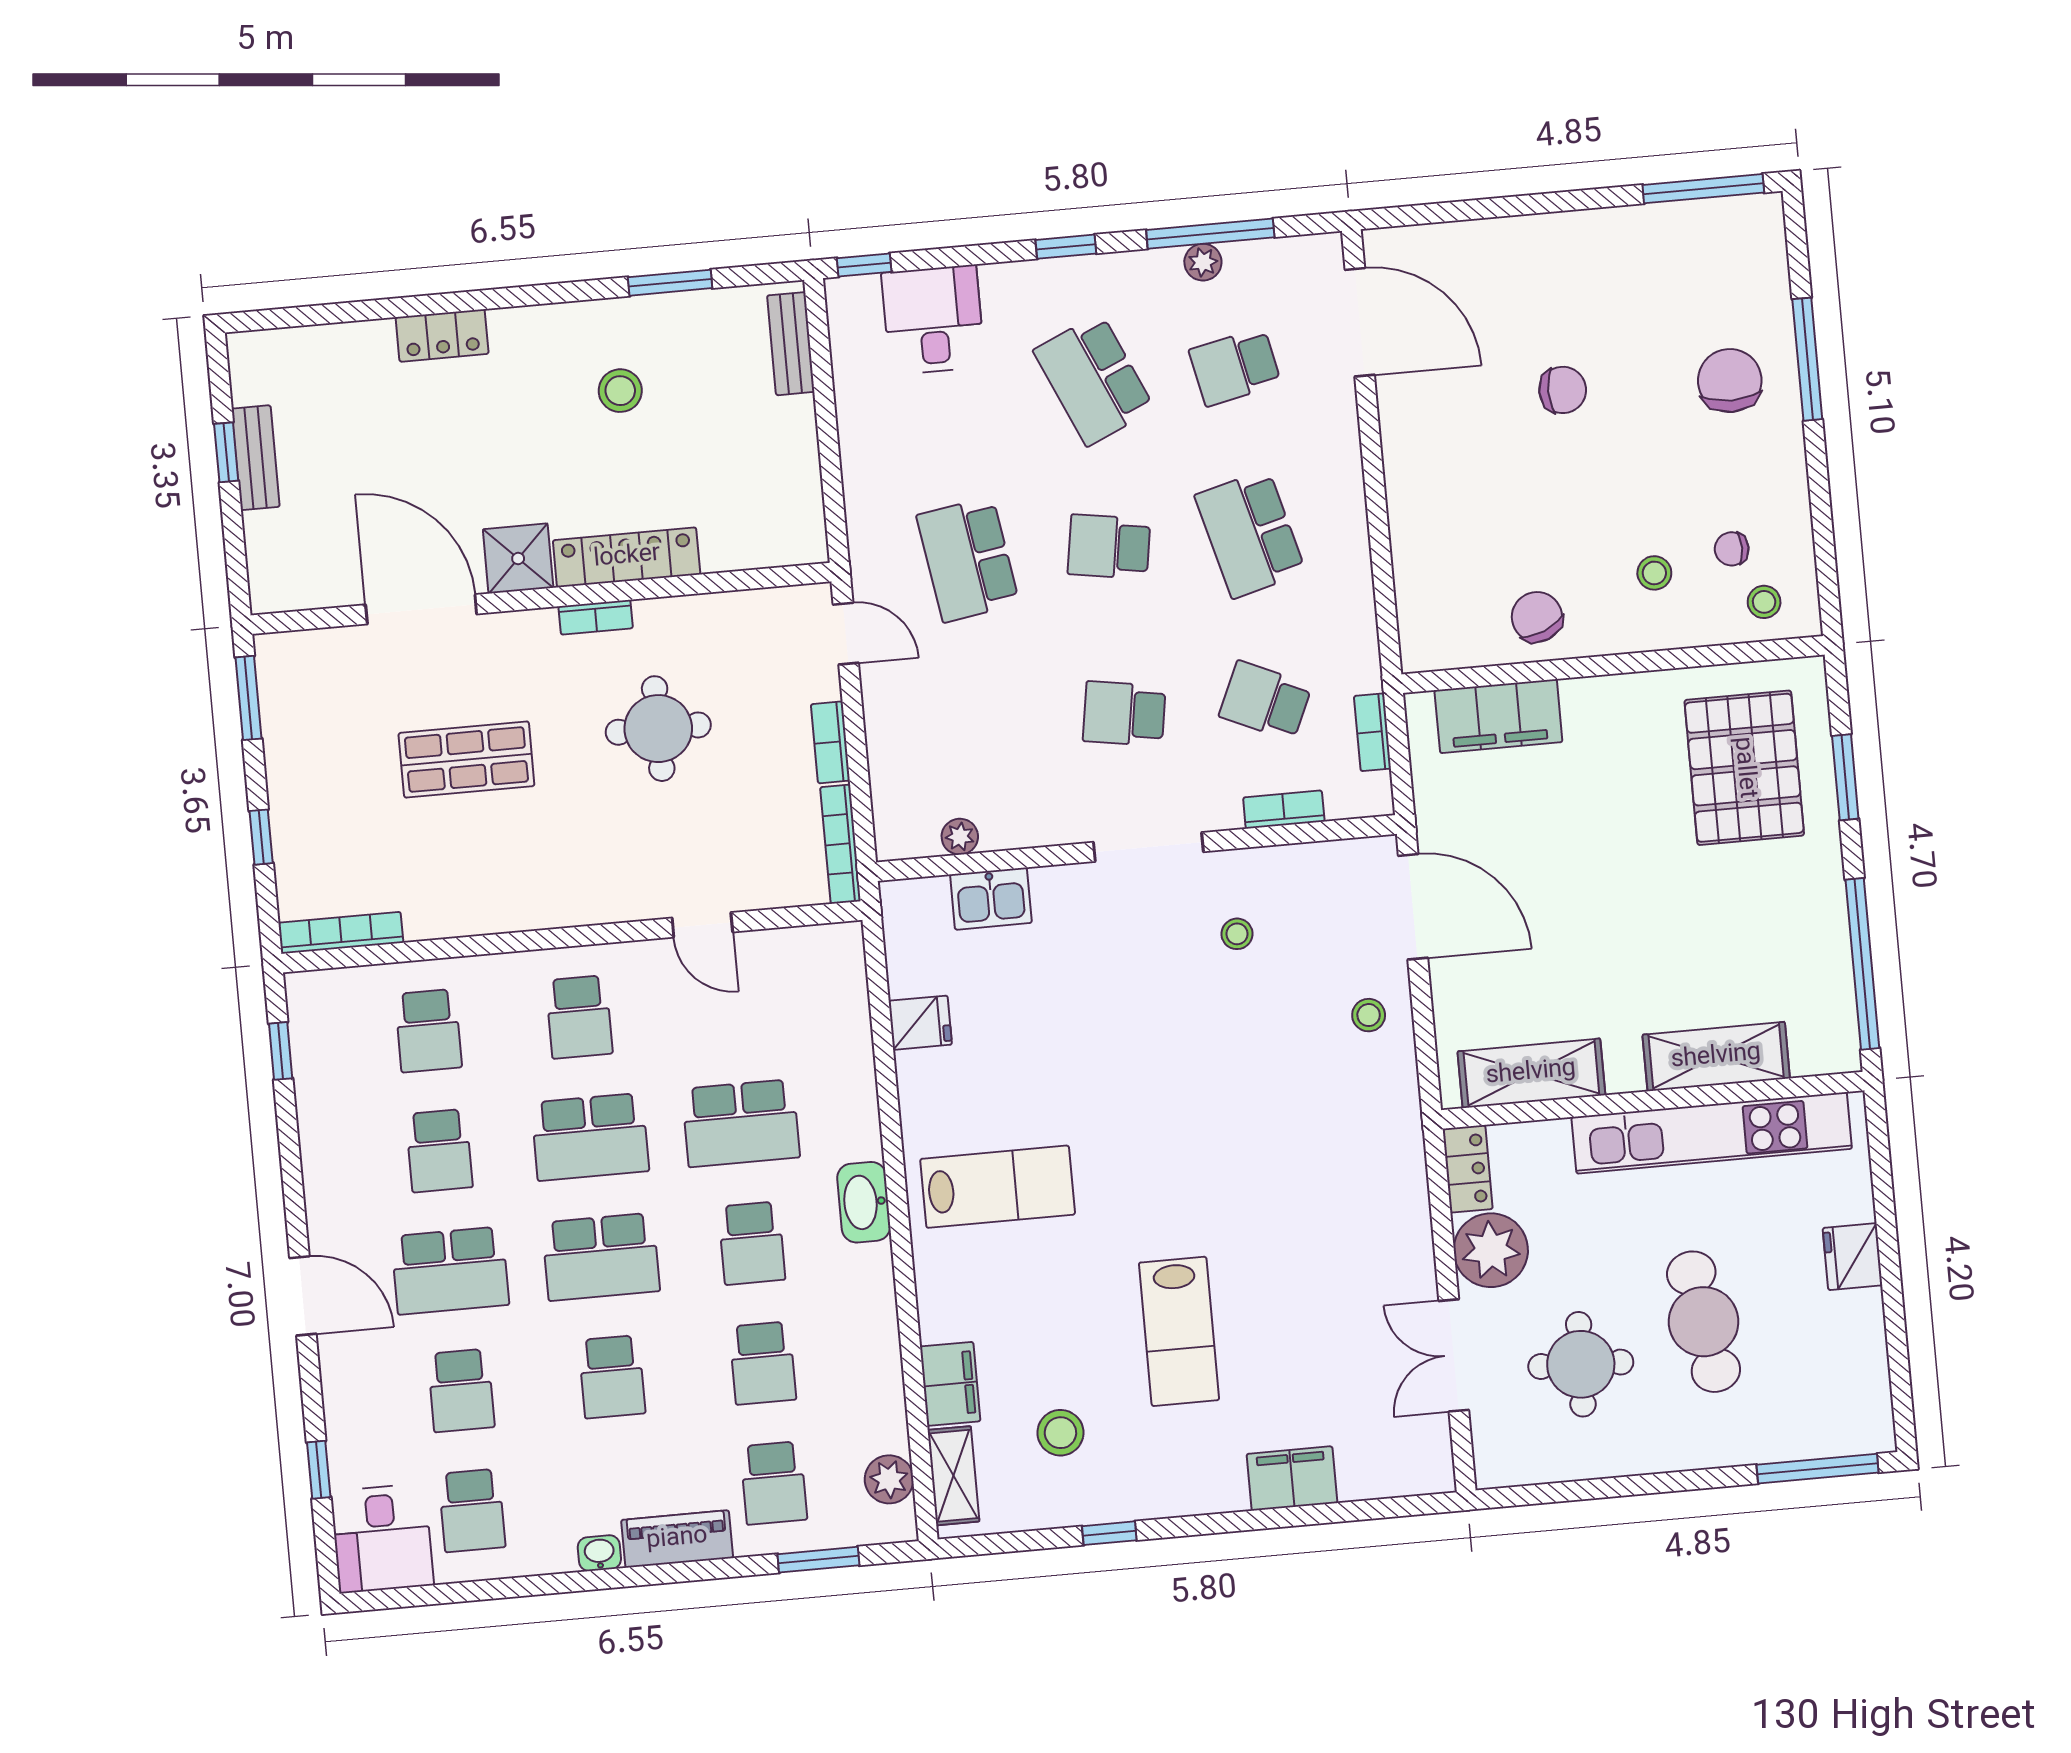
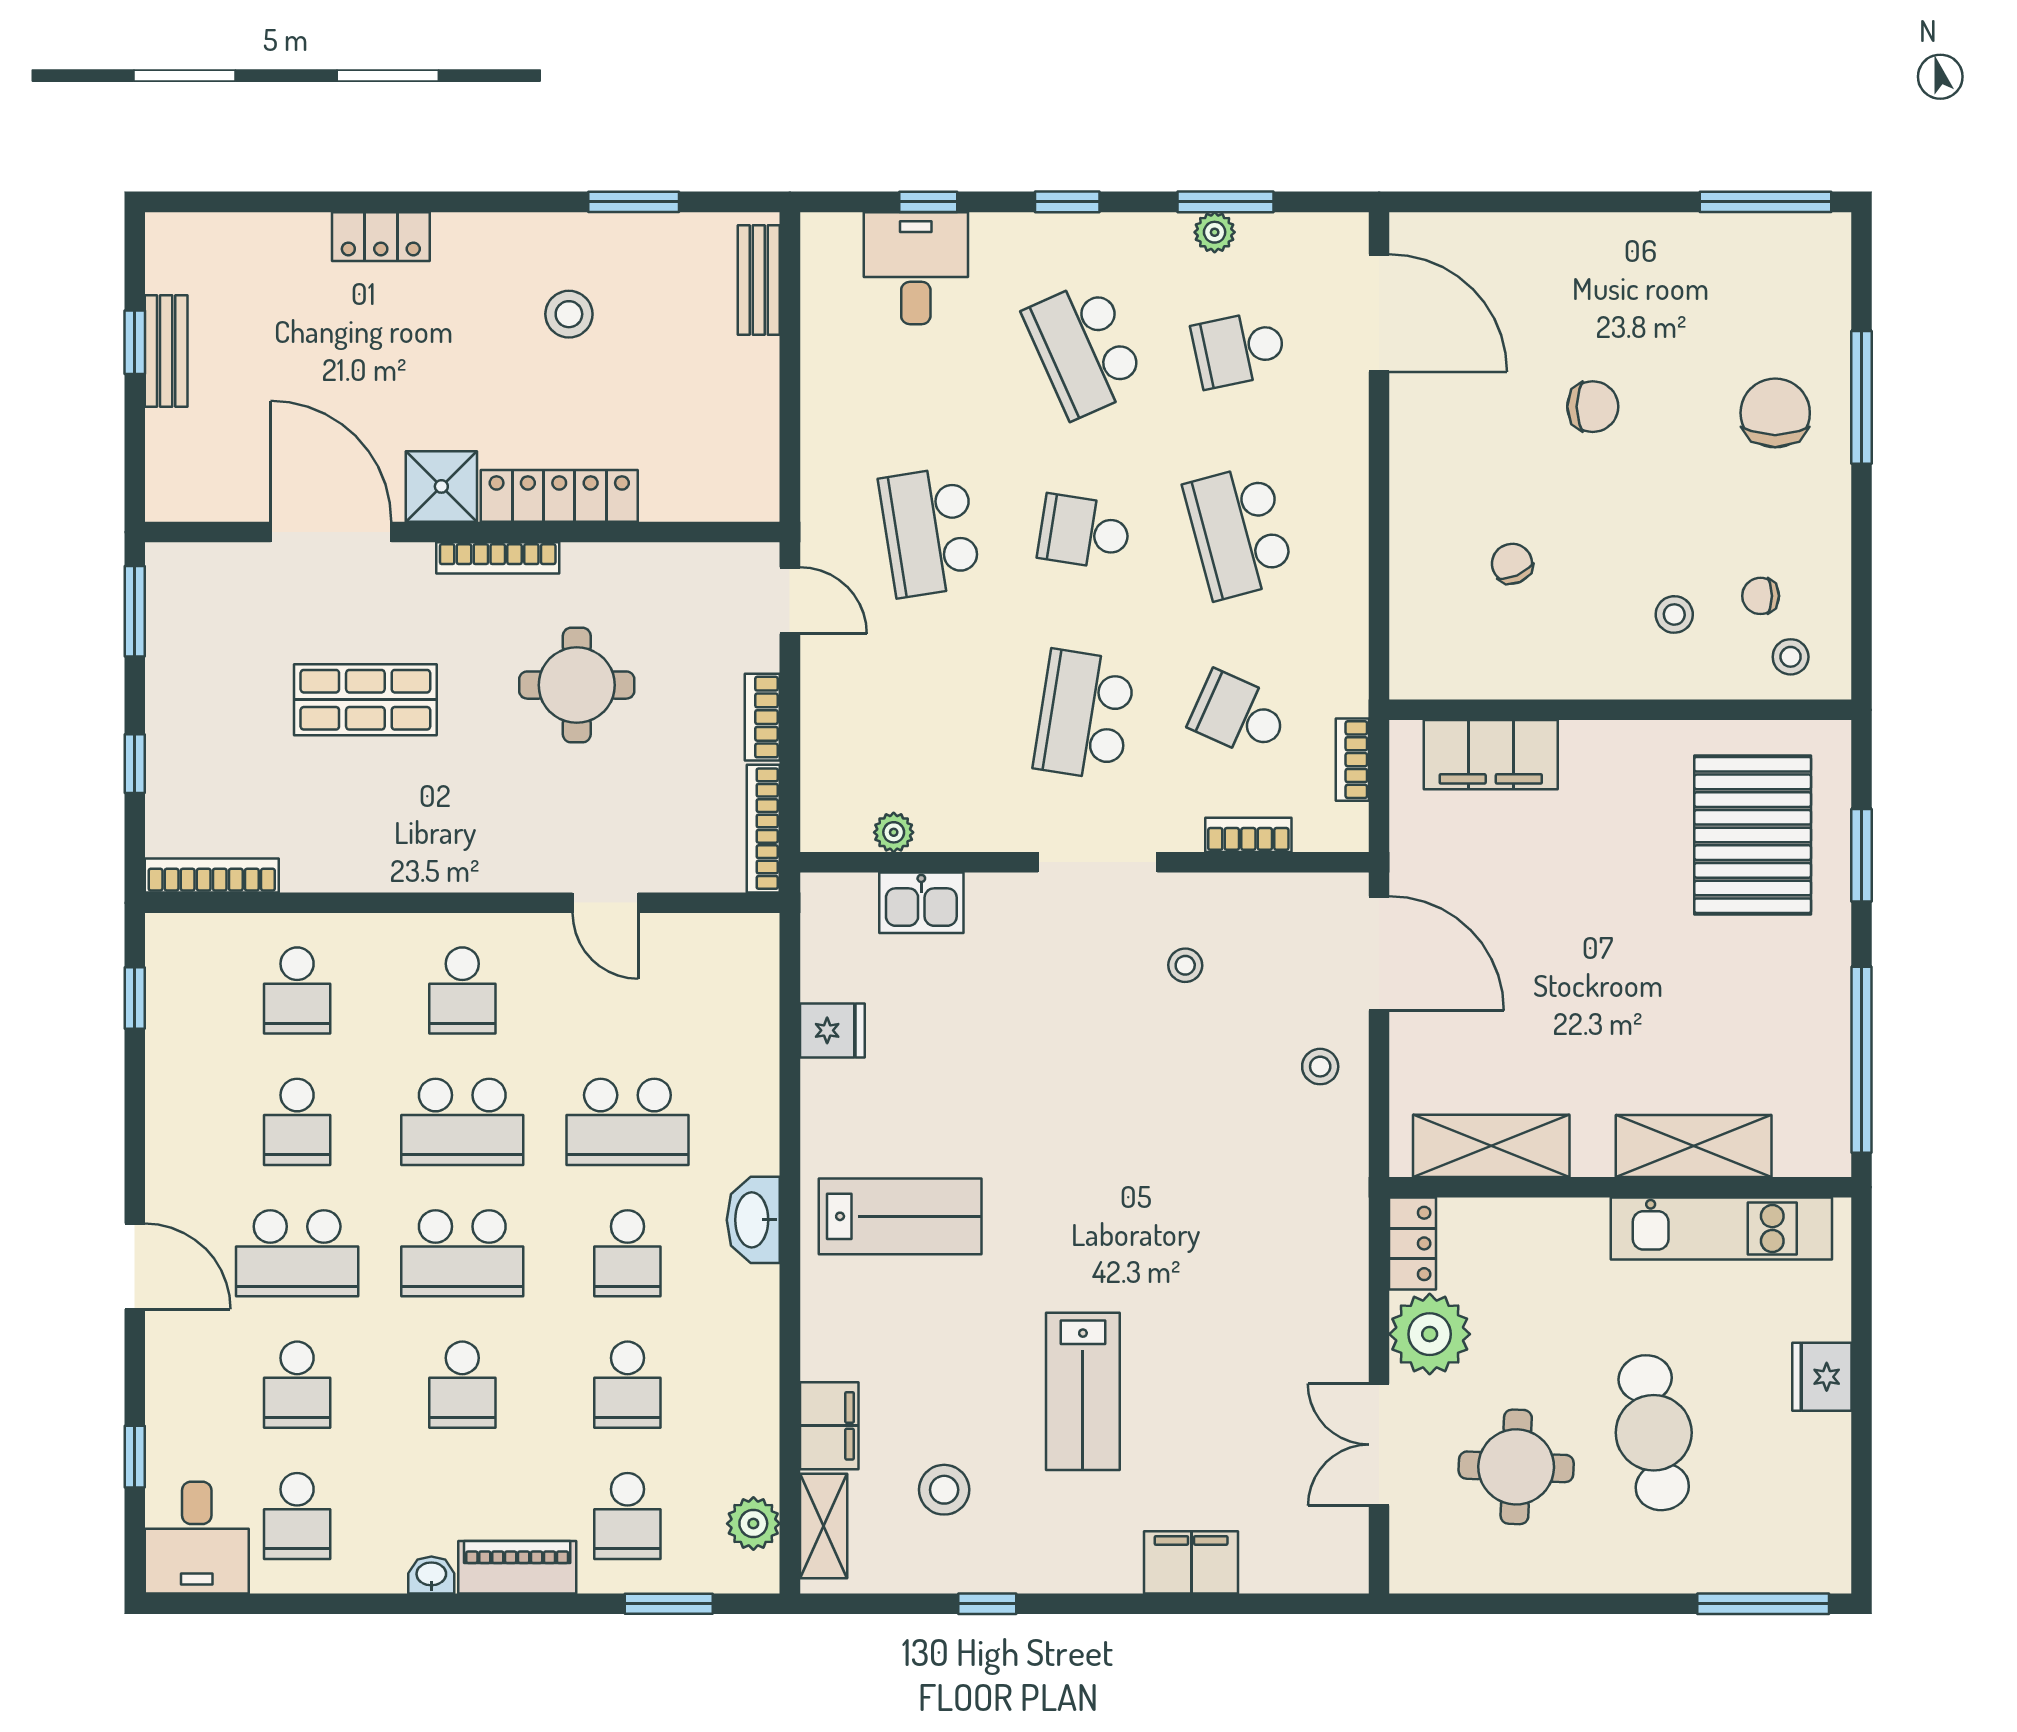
window: (1210, 234) -> (1225, 202), width x0.69
window: (864, 265) -> (928, 202), moved
bookcase: (596, 617) -> (498, 558), width x1.56
chair: (1537, 617) -> (1512, 564), moved, width x0.73, depth x0.73
school desk: (1124, 714) -> (1084, 715), width x1.85
kitchen unit: (1712, 1133) -> (1721, 1229), width x0.73

